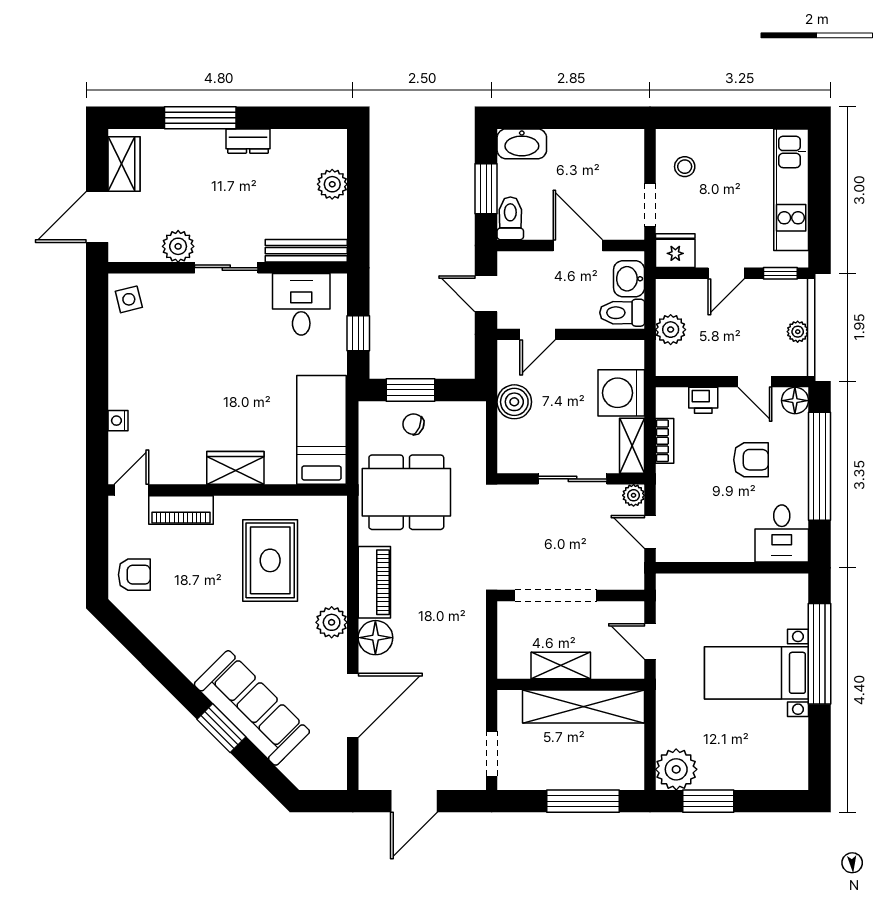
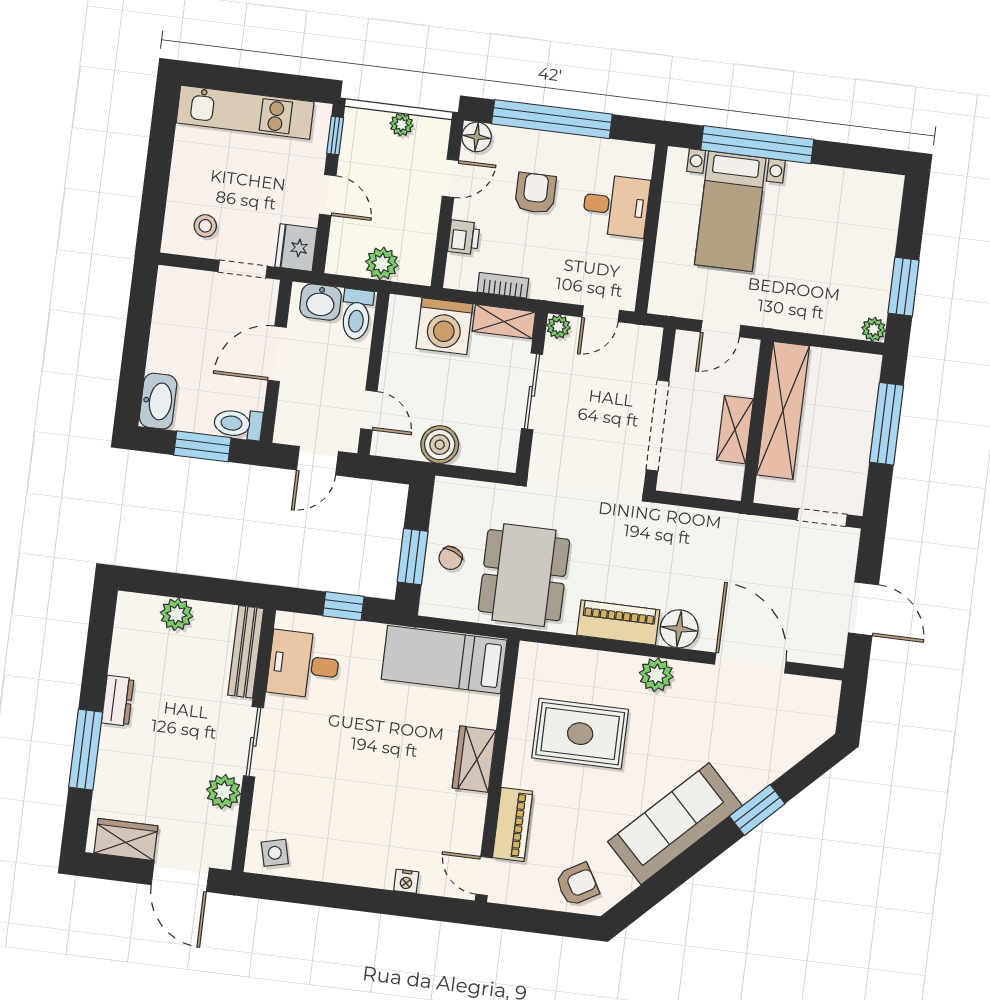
desk: (782, 534) -> (616, 206), moved
armchair: (134, 575) -> (577, 884), turned 60
bed with nightstands: (756, 673) -> (730, 211), moved
sofa: (252, 708) -> (675, 824), moved
plant: (676, 769) -> (874, 329), width x0.53, depth x0.53

